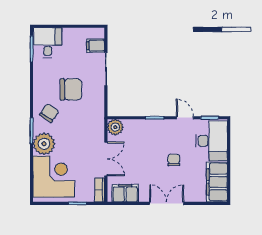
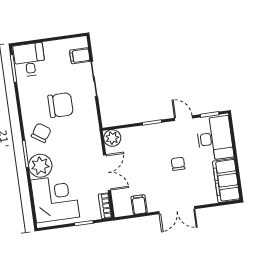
filing cabinet: (125, 193) -> (139, 205), width x0.50
double door: (167, 203) -> (177, 210), swing flipped

